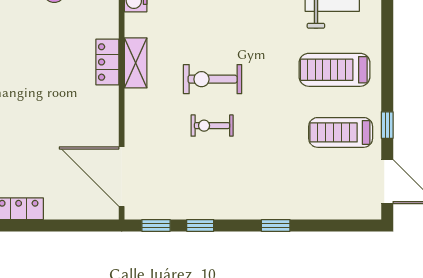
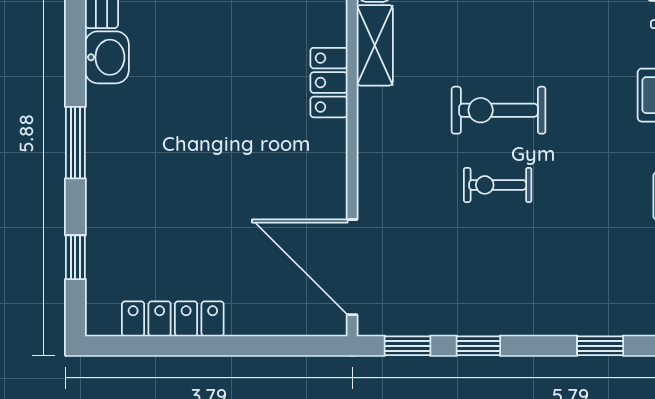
shelving: (136, 63) -> (375, 45), moved

